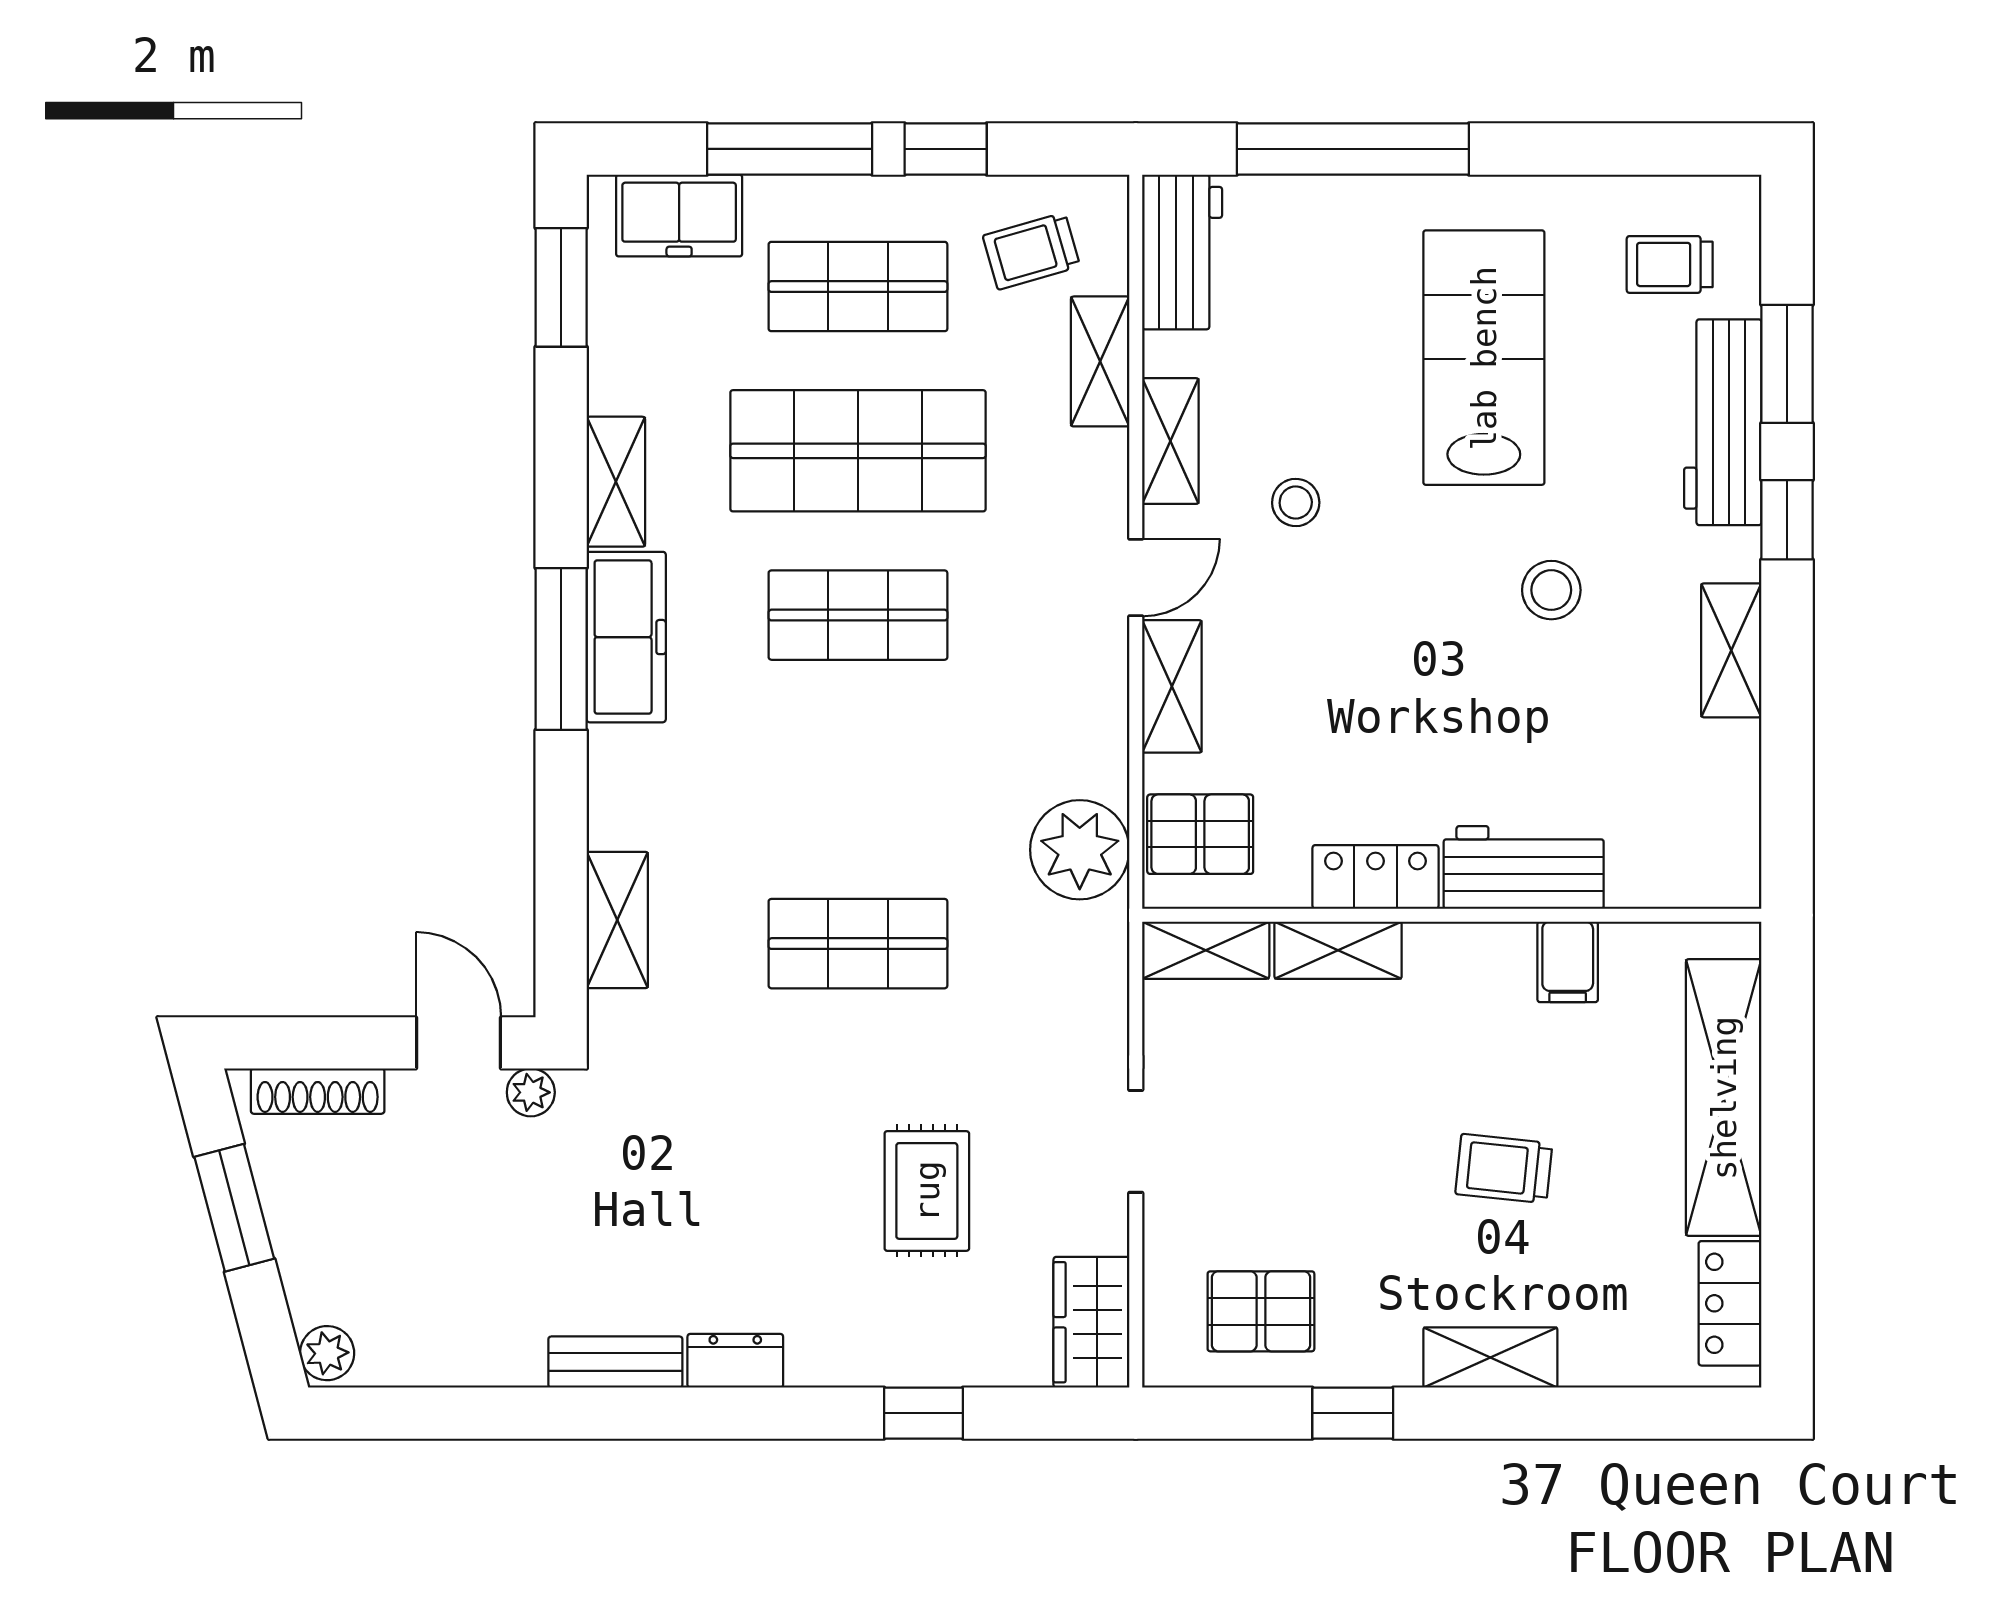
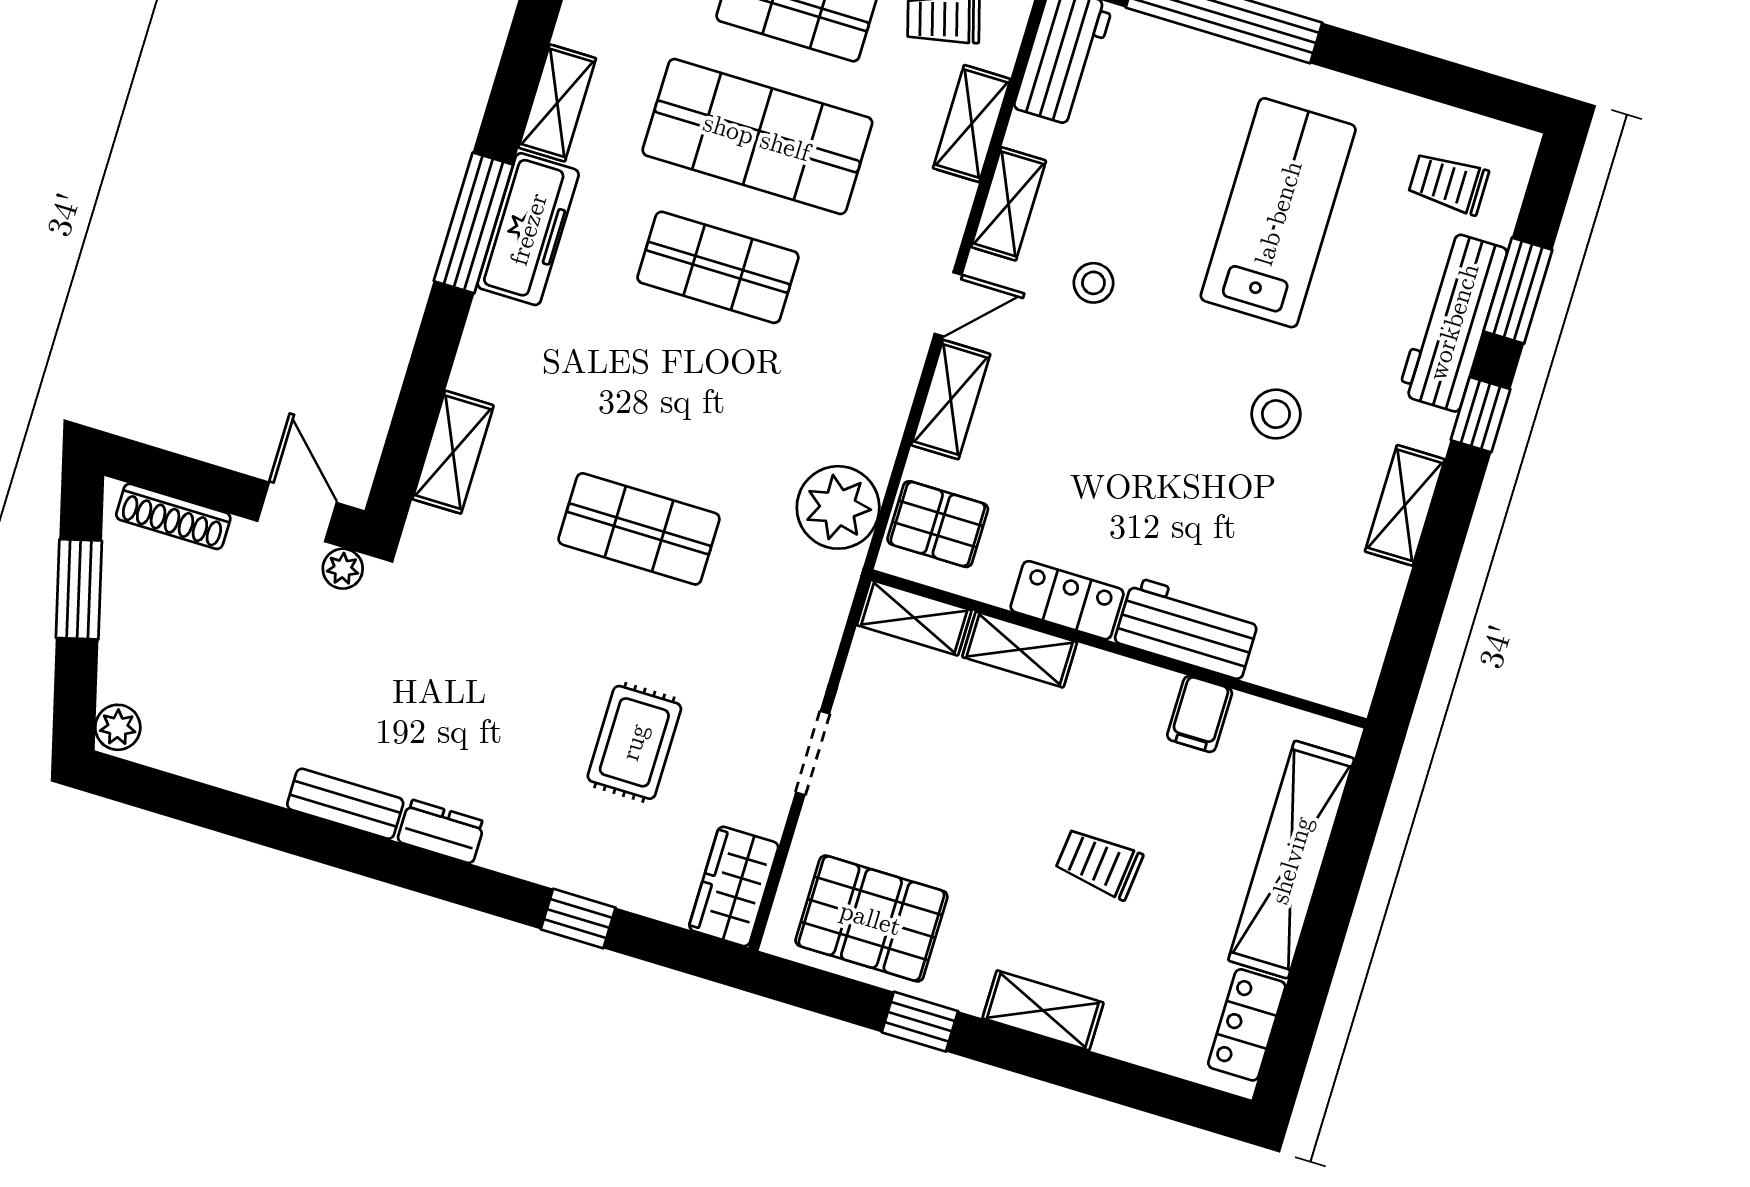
pallet: (1261, 1311) -> (871, 918), width x1.50, depth x1.42

